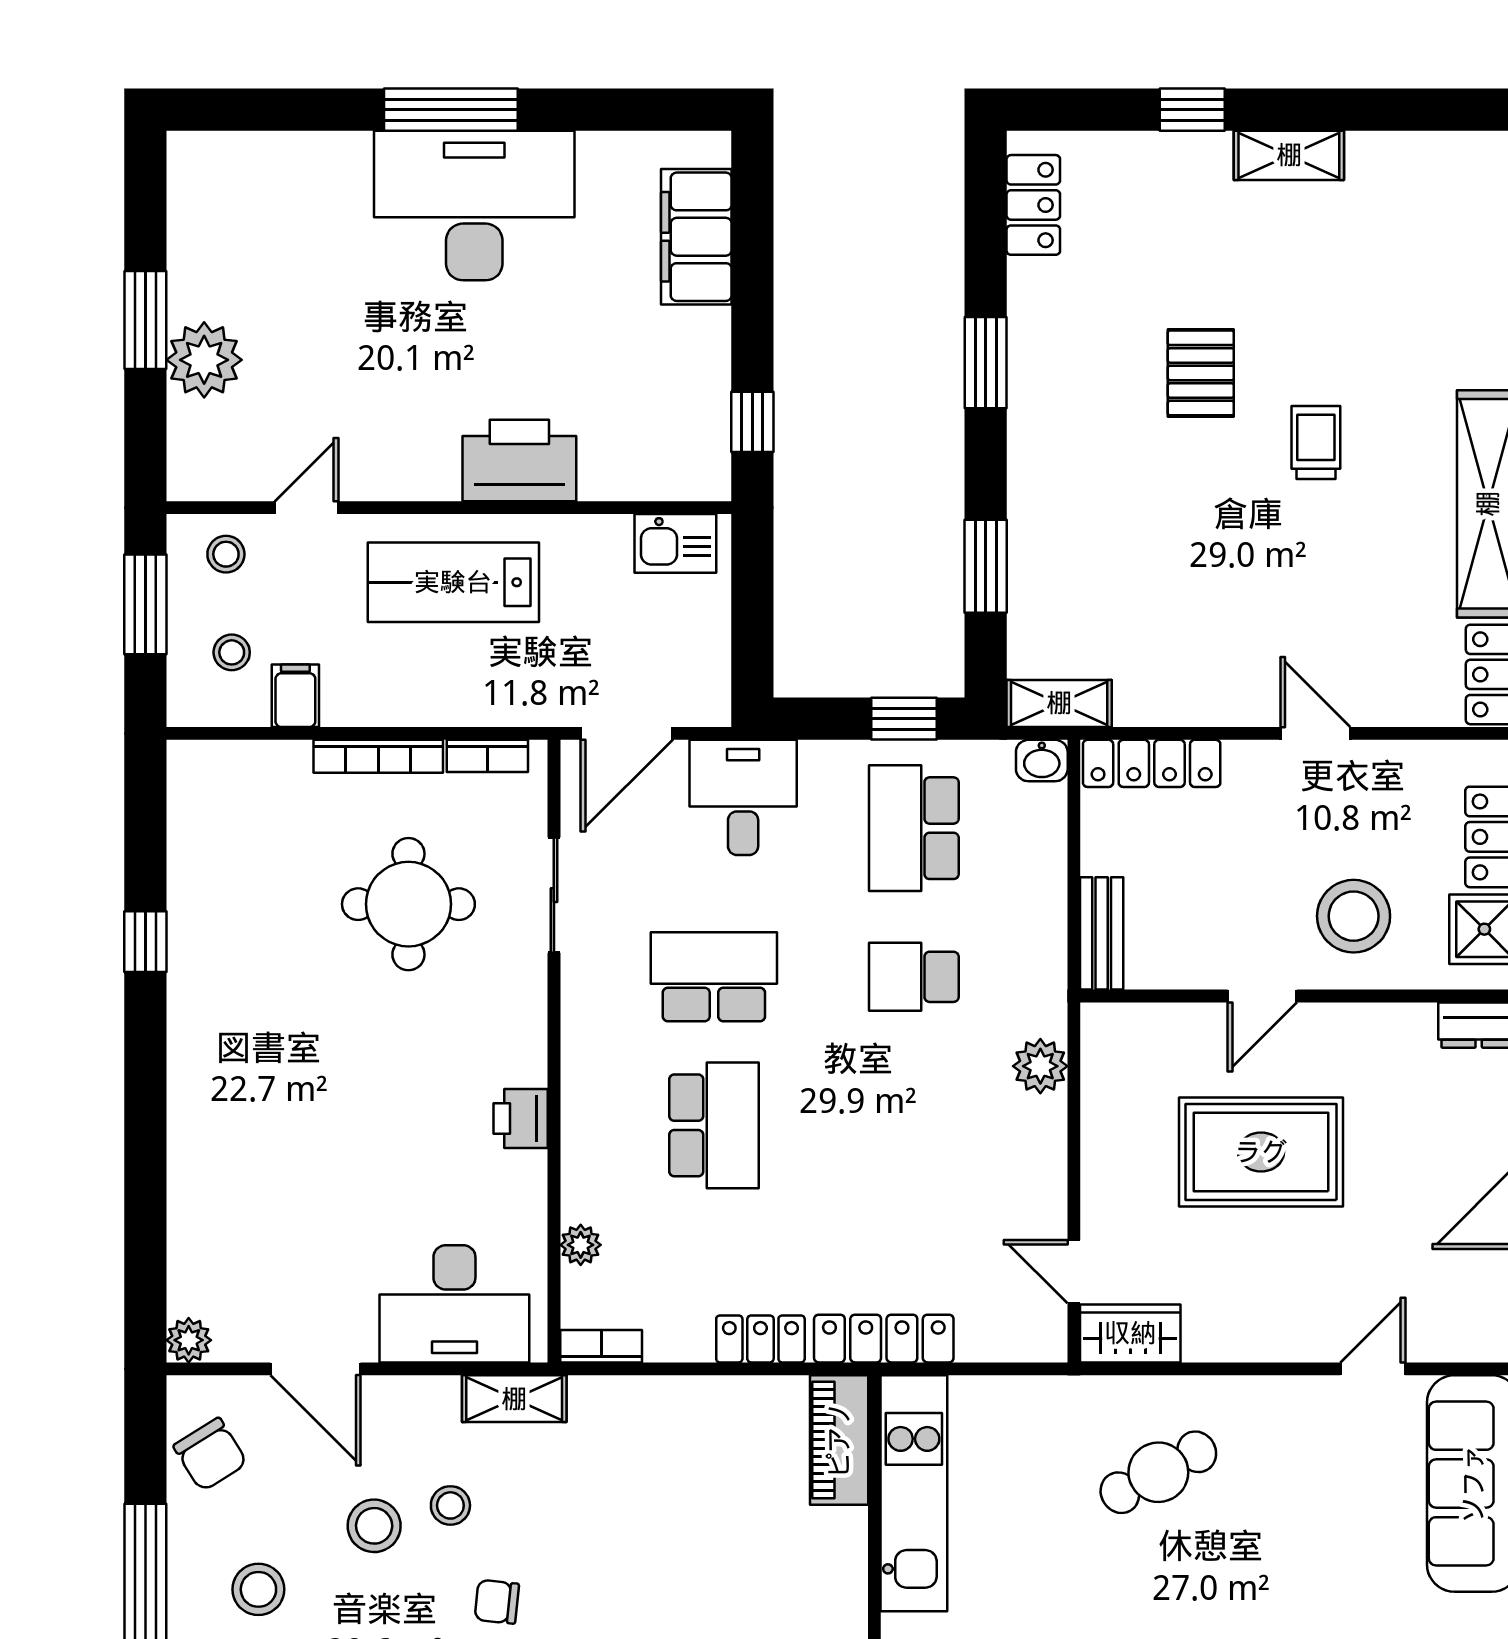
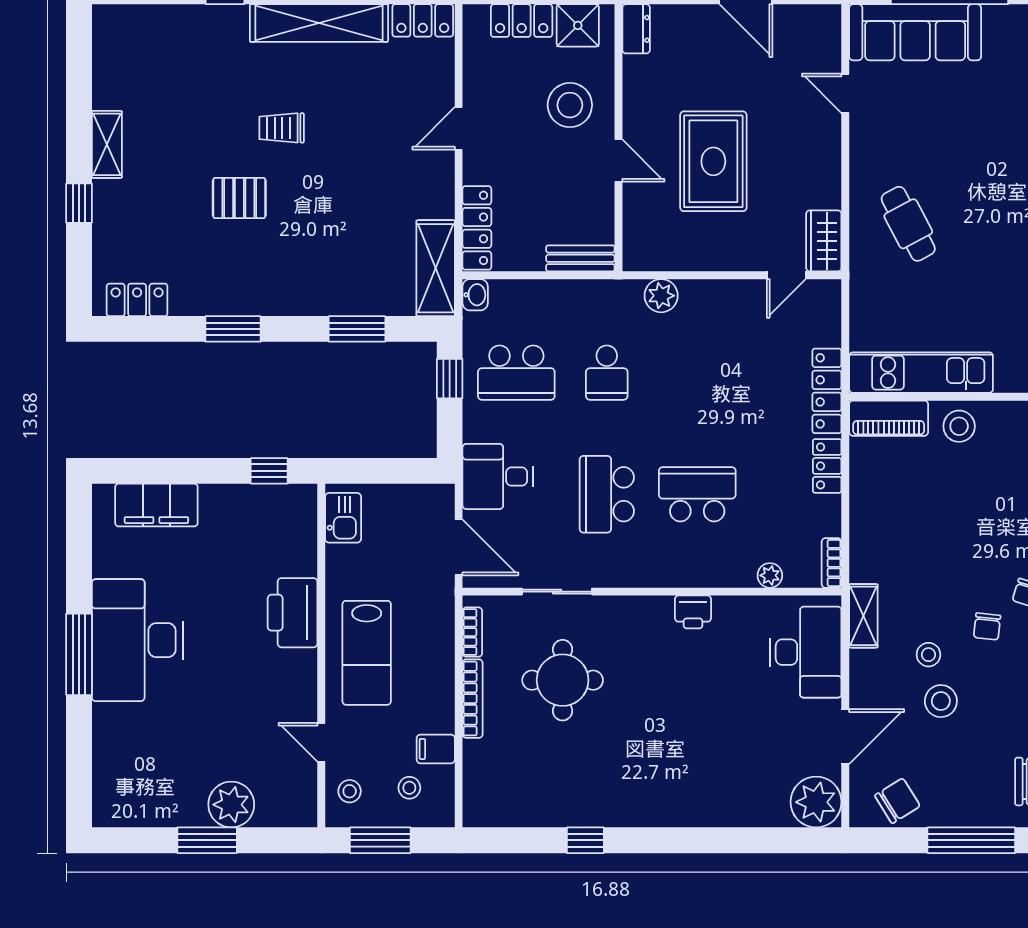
shelving: (1059, 703) -> (436, 268), width x1.50, depth x1.33
plant: (189, 1340) -> (816, 802), width x1.88, depth x1.88
stool: (258, 1589) -> (959, 426), moved

